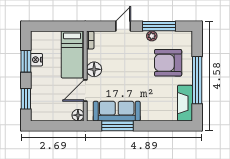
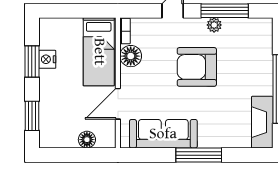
armchair: (168, 63) -> (197, 67), moved
floor lamp: (94, 69) -> (131, 56), moved
floor lamp: (78, 115) -> (87, 140), moved
window: (117, 126) -> (199, 155), moved

